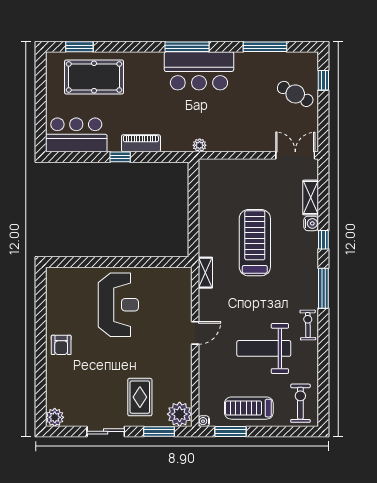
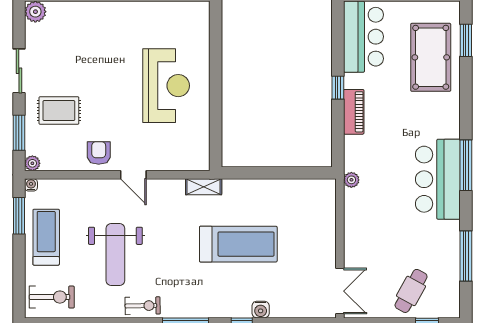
shelving: (311, 198) -> (291, 309), removed
reception desk: (118, 305) -> (166, 86), turned -90
armchair: (61, 345) -> (99, 153), moved, turned 90
weight bench: (264, 348) -> (115, 254), turned 180
plant: (180, 414) -> (32, 163), width x0.53, depth x0.53

